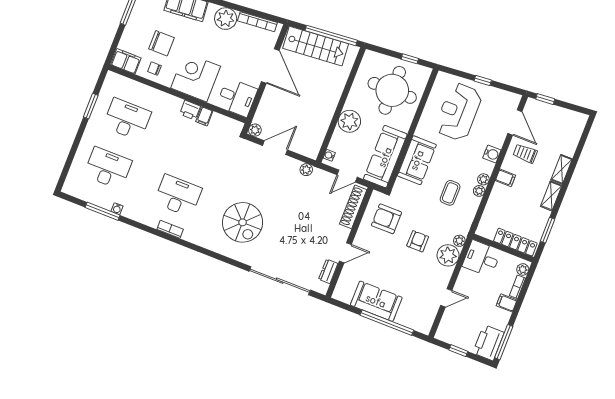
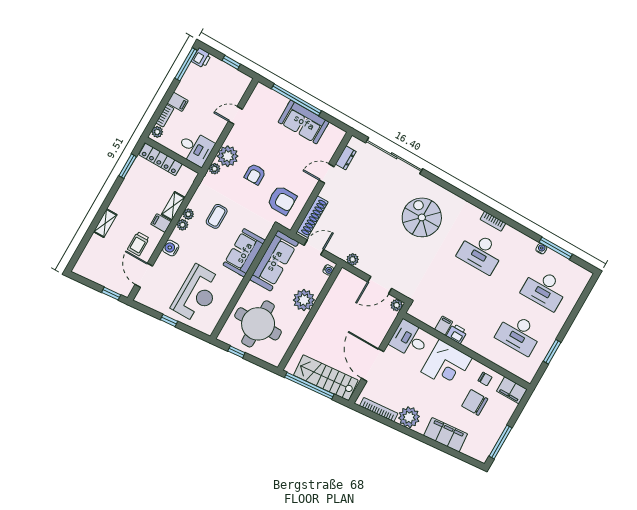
trolley: (525, 153) -> (138, 244), turned 90
shelving: (551, 196) -> (173, 206), moved
printer: (488, 343) -> (201, 58), width x0.53, depth x0.68

